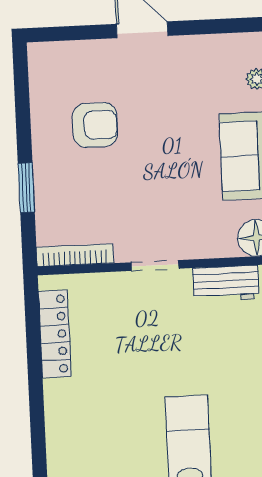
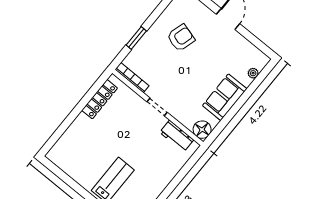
armchair: (95, 125) -> (181, 38), turned -74

